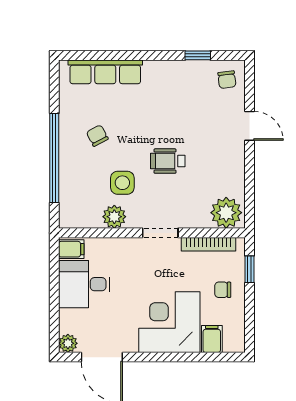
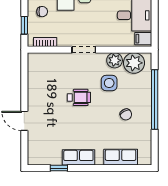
row of seats: (168, 71) -> (78, 157), added
row of seats: (105, 72) -> (121, 157), width x0.68
chair: (227, 80) -> (39, 152), removed
plant: (226, 213) -> (134, 63), moved
bookcase: (209, 244) -> (45, 42), width x0.64

